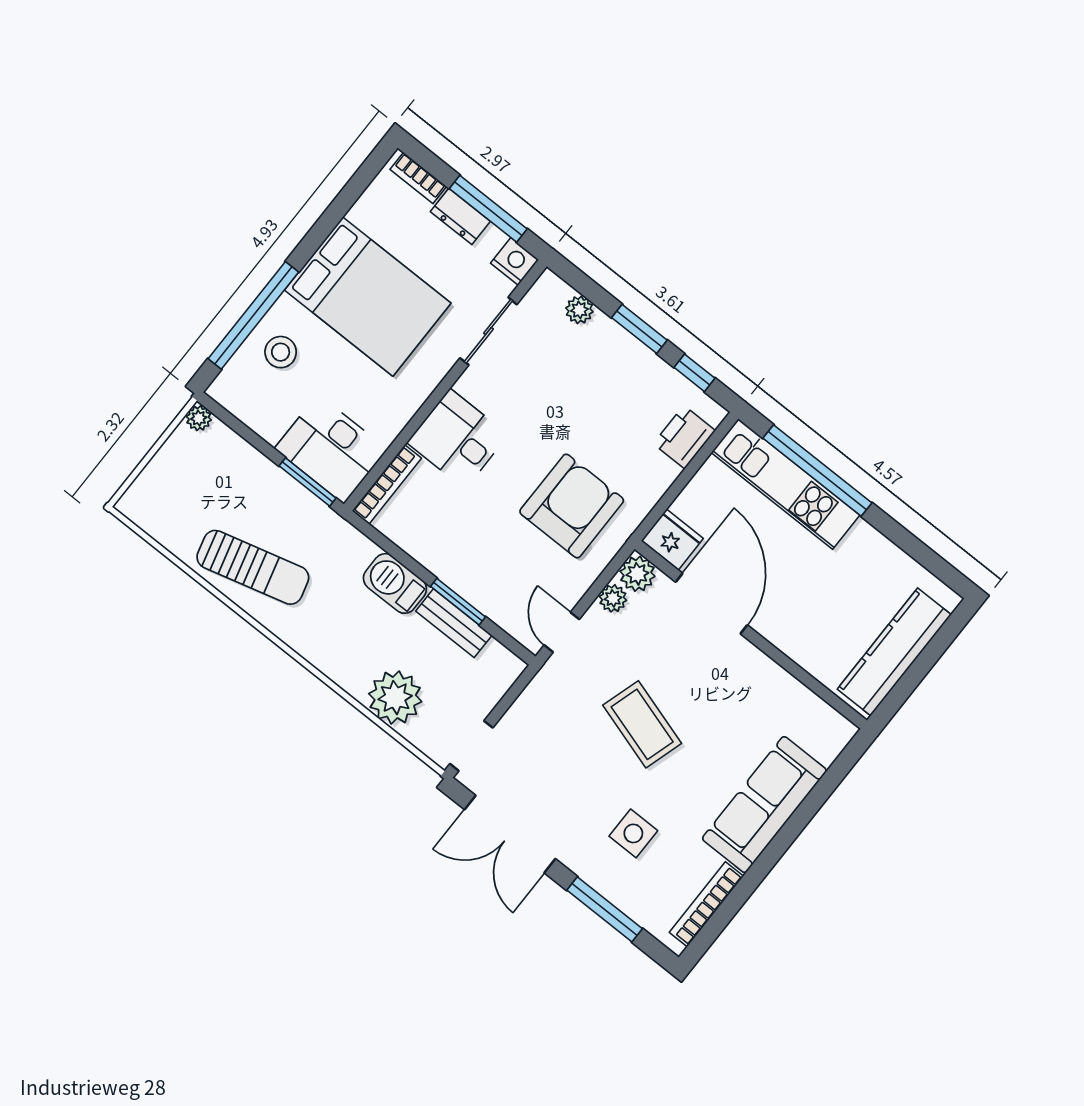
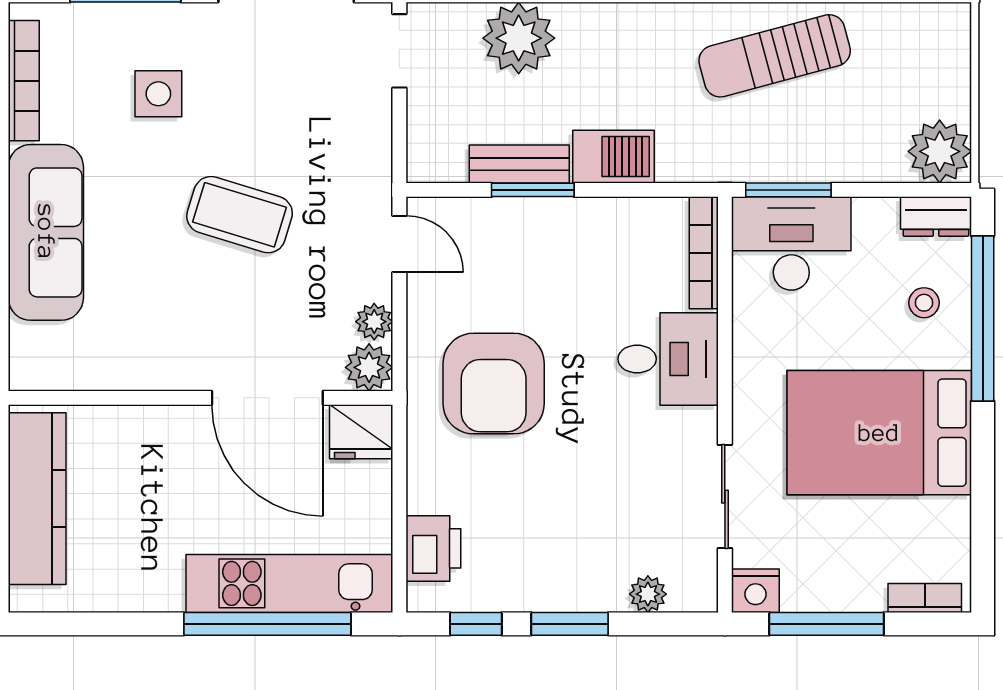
dresser: (460, 216) -> (936, 217), moved, turned 180
stool: (281, 352) -> (924, 303), width x0.73, depth x0.73
plant: (199, 418) -> (940, 151), width x1.87, depth x1.87

